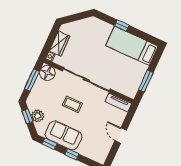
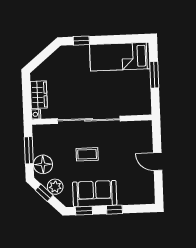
window: (122, 25) -> (81, 41), moved
floor lamp: (47, 73) -> (43, 164), moved
window: (146, 81) -> (154, 75), moved
tv unit: (118, 103) -> (137, 127), removed

